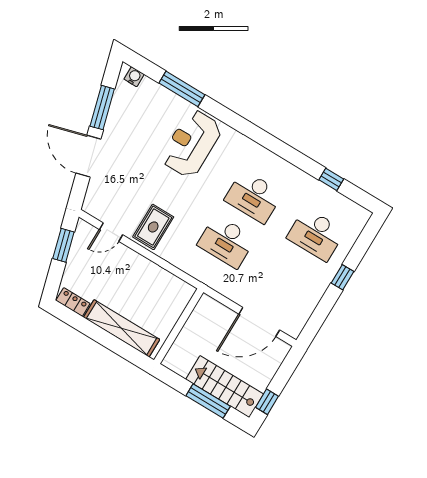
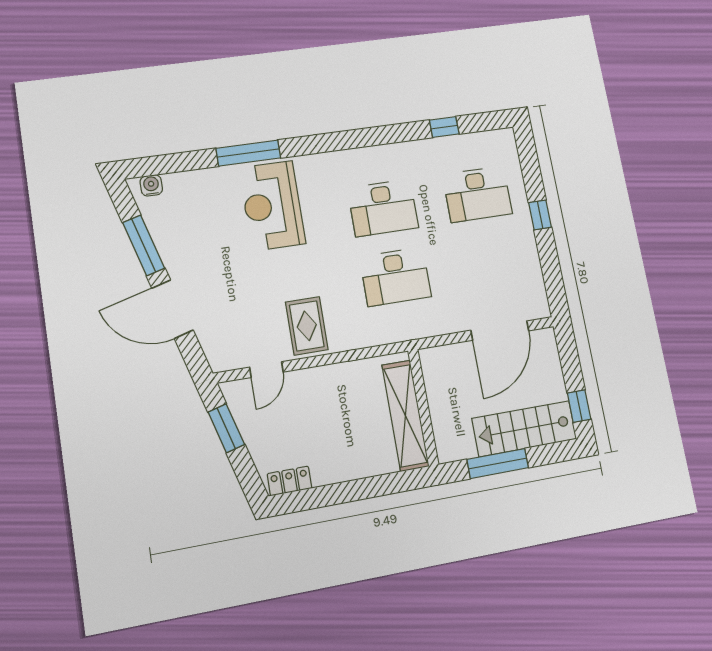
window: (182, 89) -> (248, 153), moved
shelving: (122, 328) -> (405, 415), moved, turned 90
window: (208, 401) -> (498, 463), moved

